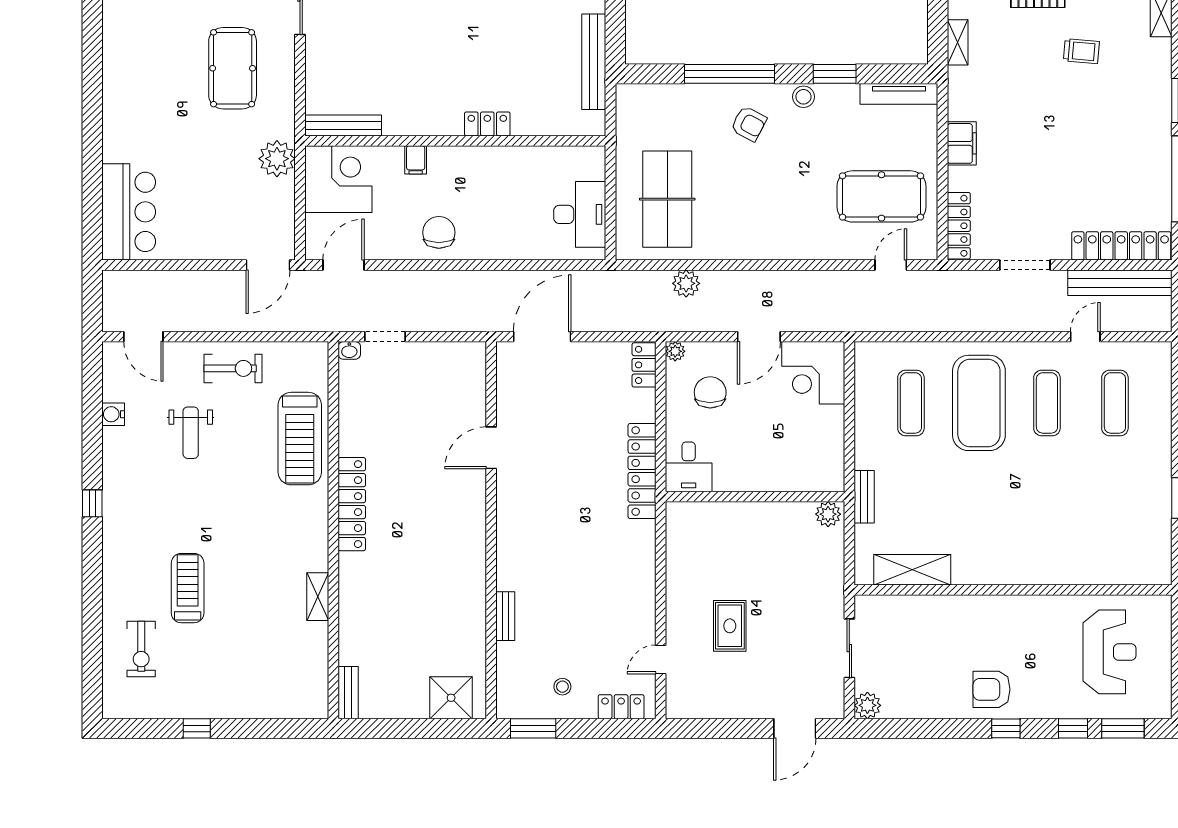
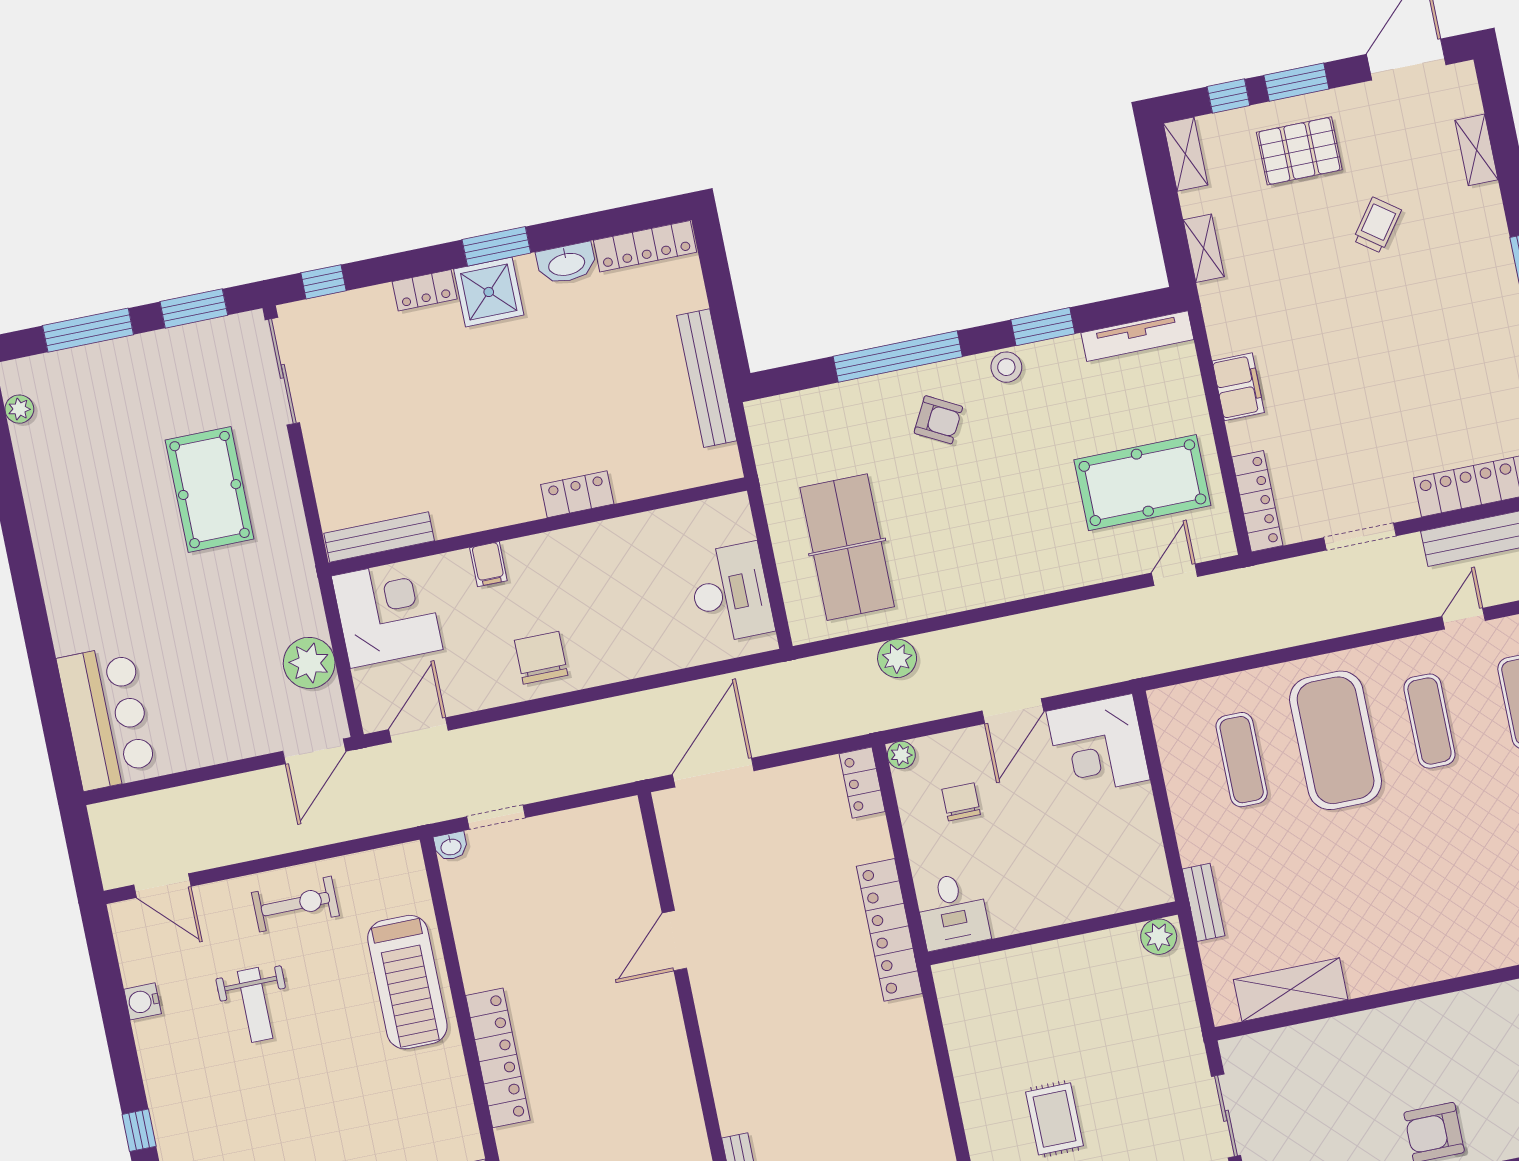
trolley: (1081, 51) -> (1377, 225), turned -59
plant: (277, 159) -> (309, 663), moved
chair: (710, 392) -> (961, 802), width x0.73, depth x0.73

